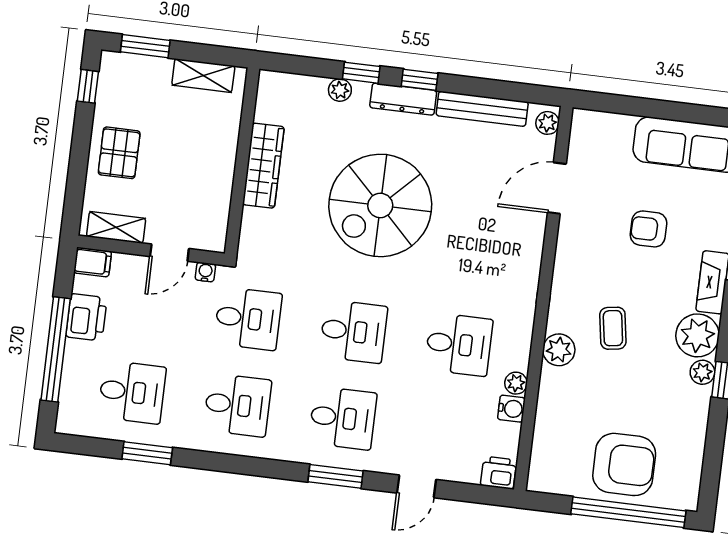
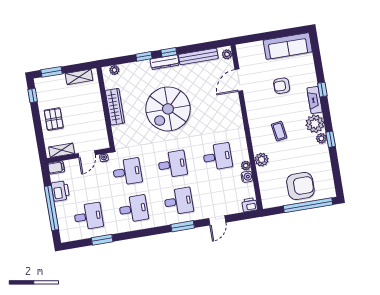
plant: (340, 90) -> (114, 70), moved
plant: (559, 350) -> (262, 160), moved

